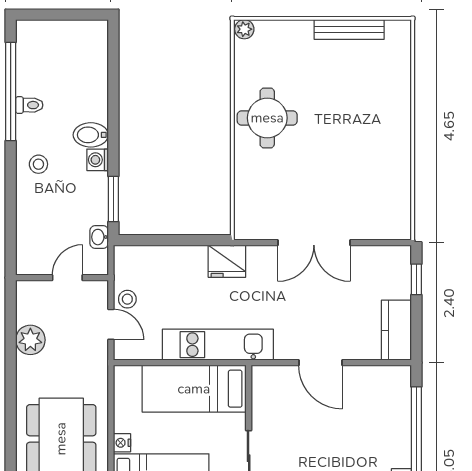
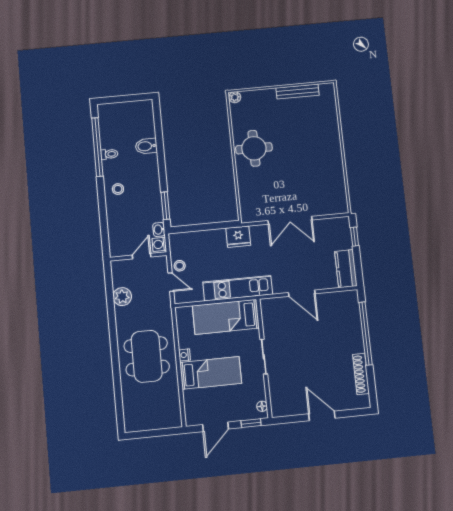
bidet: (91, 135) -> (146, 146), moved
washing machine: (98, 160) -> (159, 244), moved

